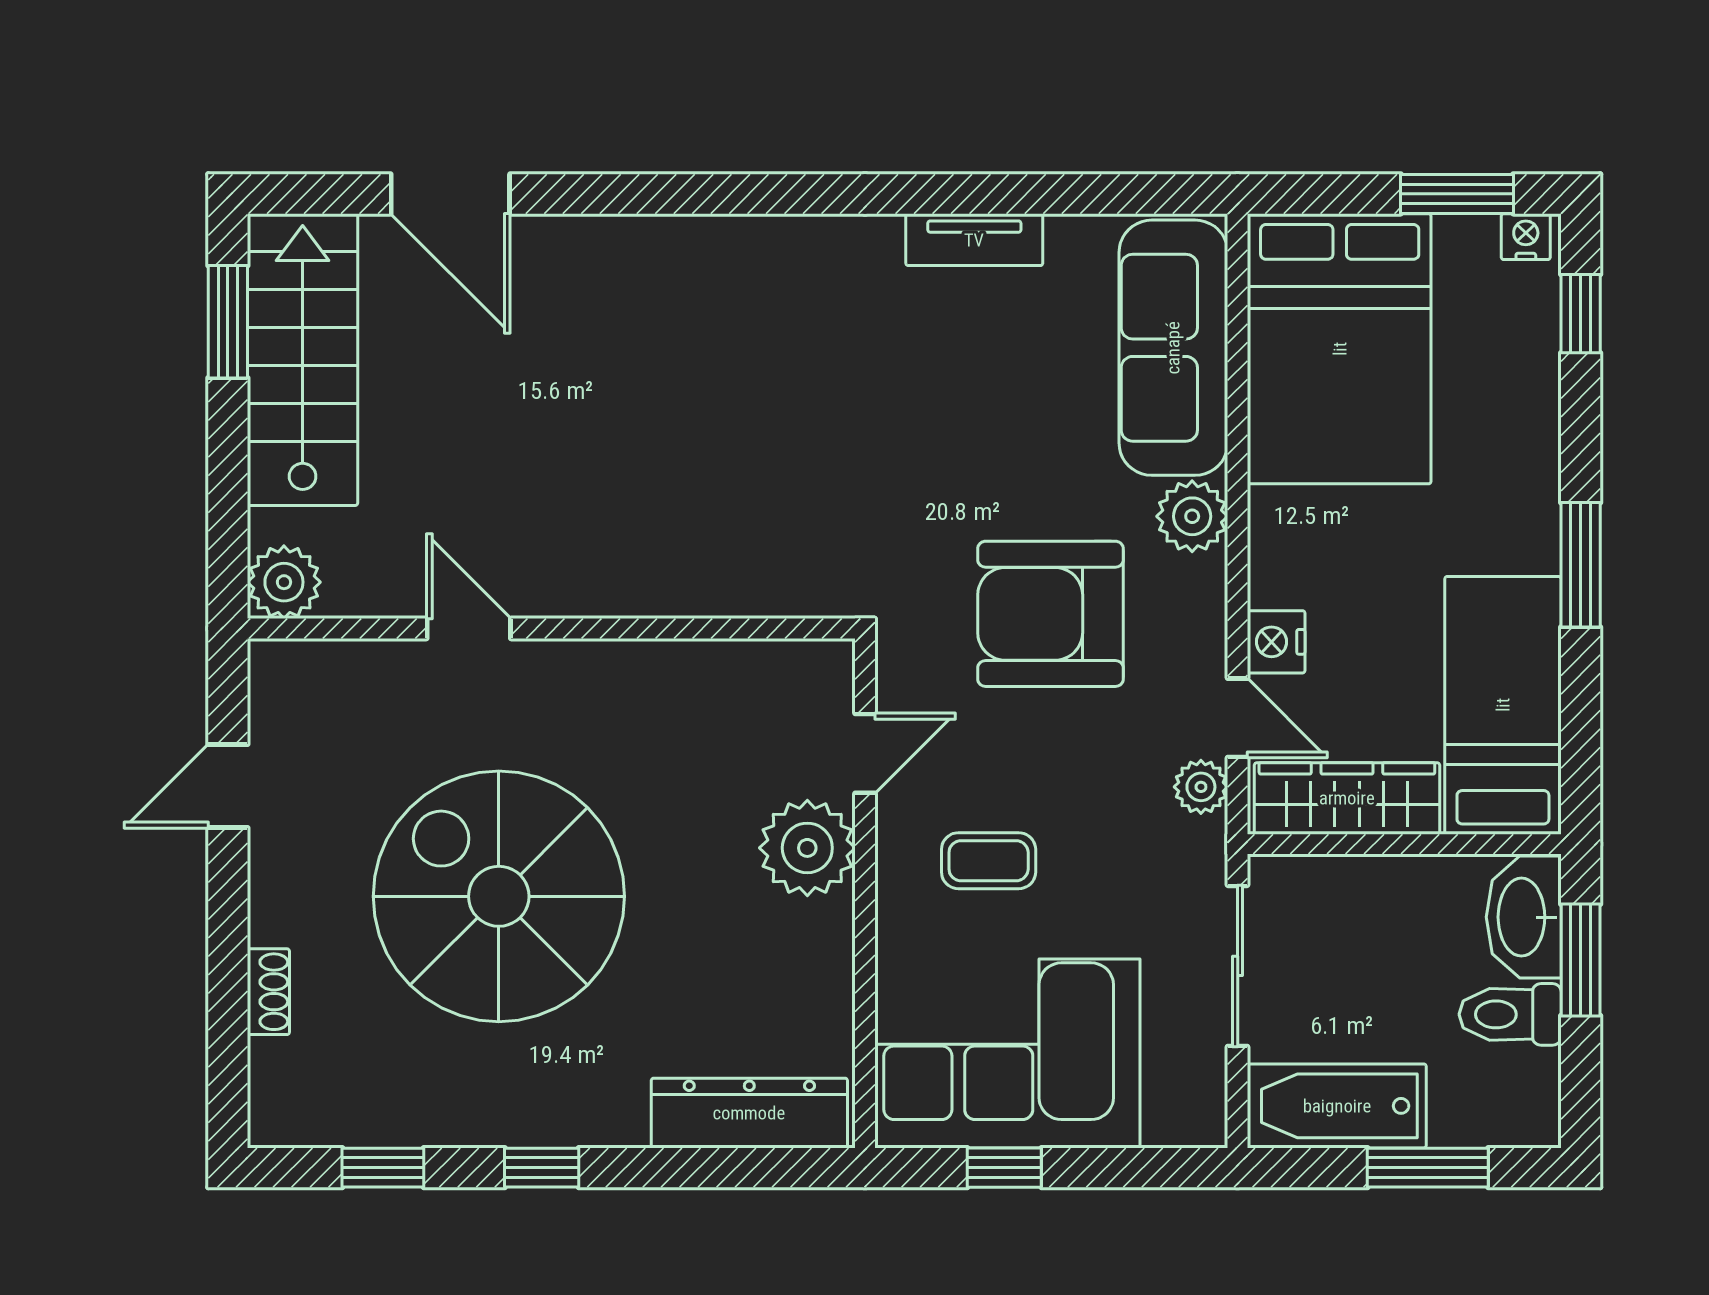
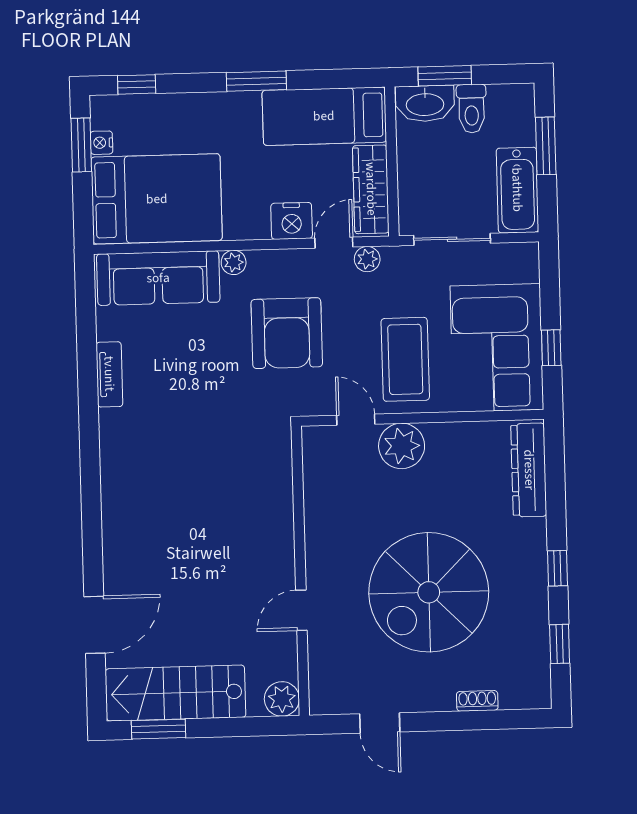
nightstand: (1526, 237) -> (101, 143), moved
plant: (1192, 516) -> (234, 262), width x0.73, depth x0.73
nightstand: (1276, 642) -> (292, 221), width x1.36, depth x1.33
coffee table: (989, 861) -> (405, 359), width x1.86, depth x1.72

